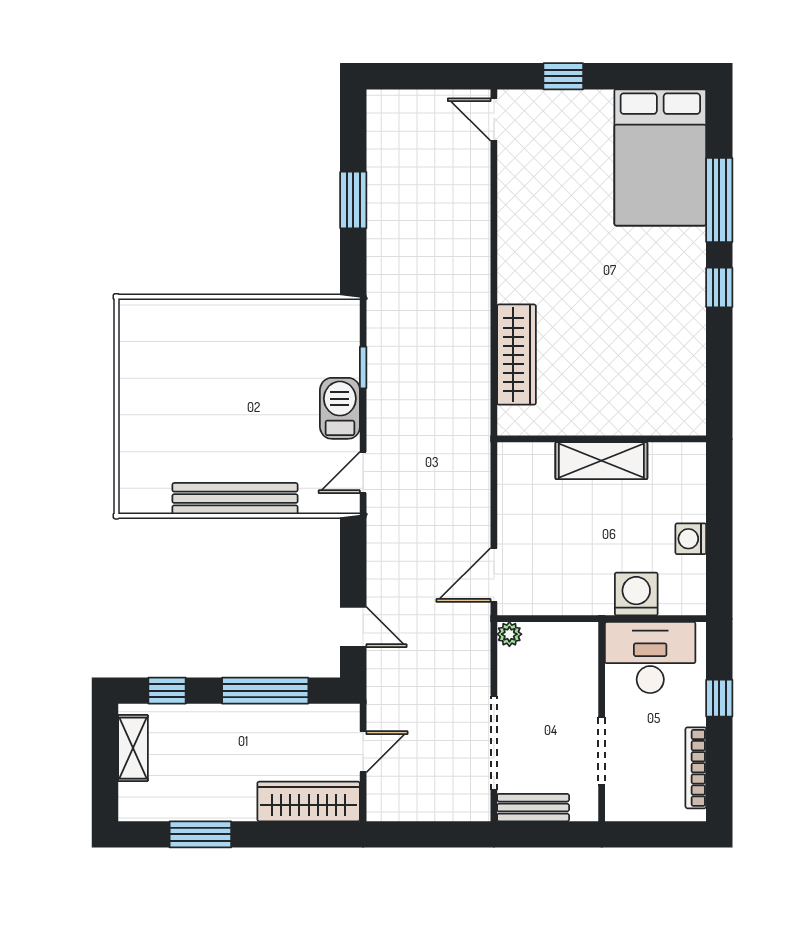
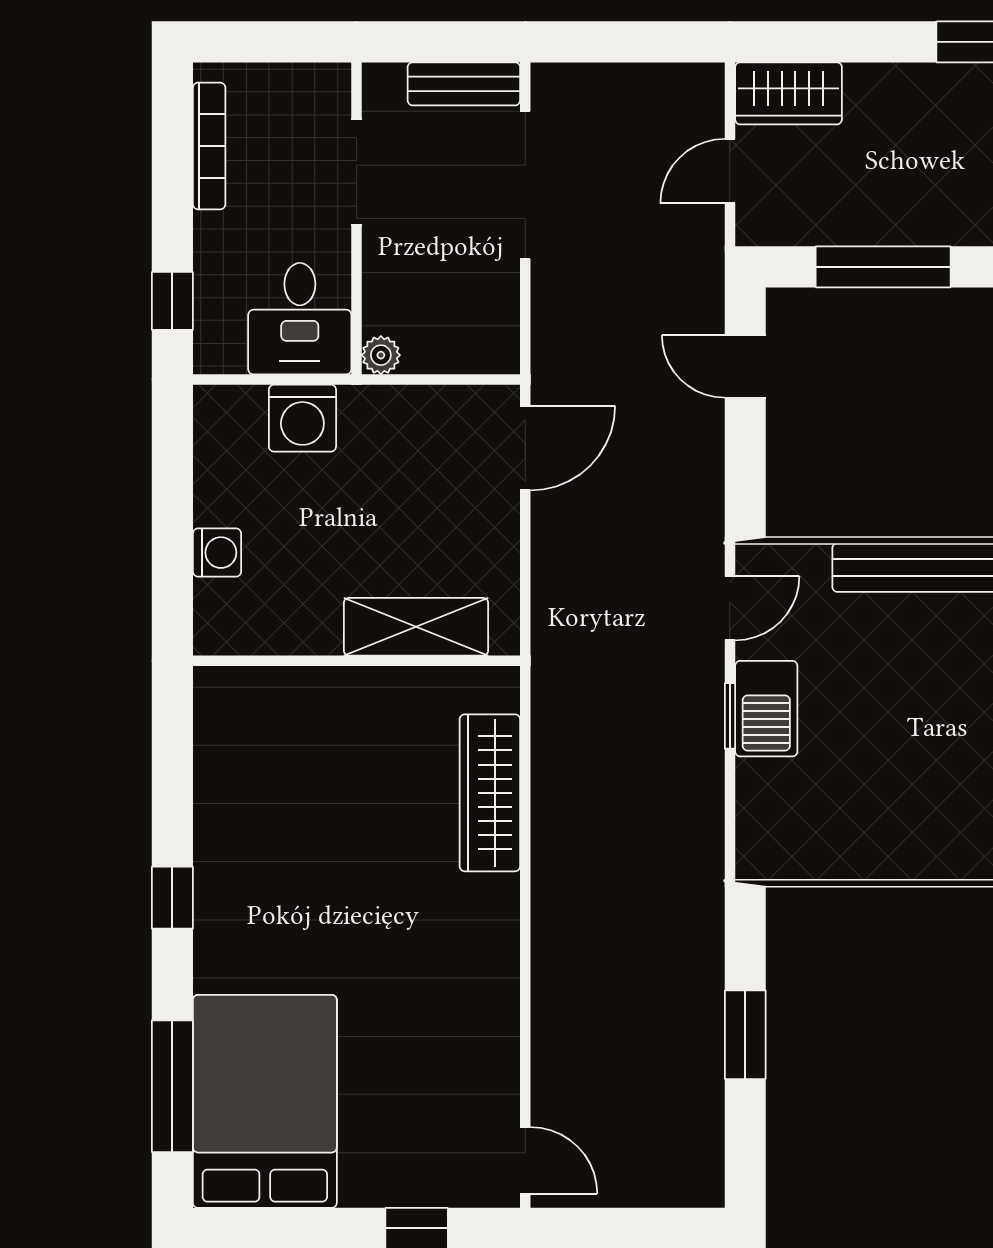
window: (719, 200) -> (172, 1086), moved
window: (363, 368) -> (730, 716), moved
shelving: (601, 461) -> (416, 627), moved
washing machine: (691, 539) -> (217, 553), moved
plant: (509, 634) -> (381, 355), moved
desk: (650, 658) -> (300, 319), width x0.73
window: (719, 698) -> (172, 301), moved
wardrobe: (309, 801) -> (789, 93), width x0.67

